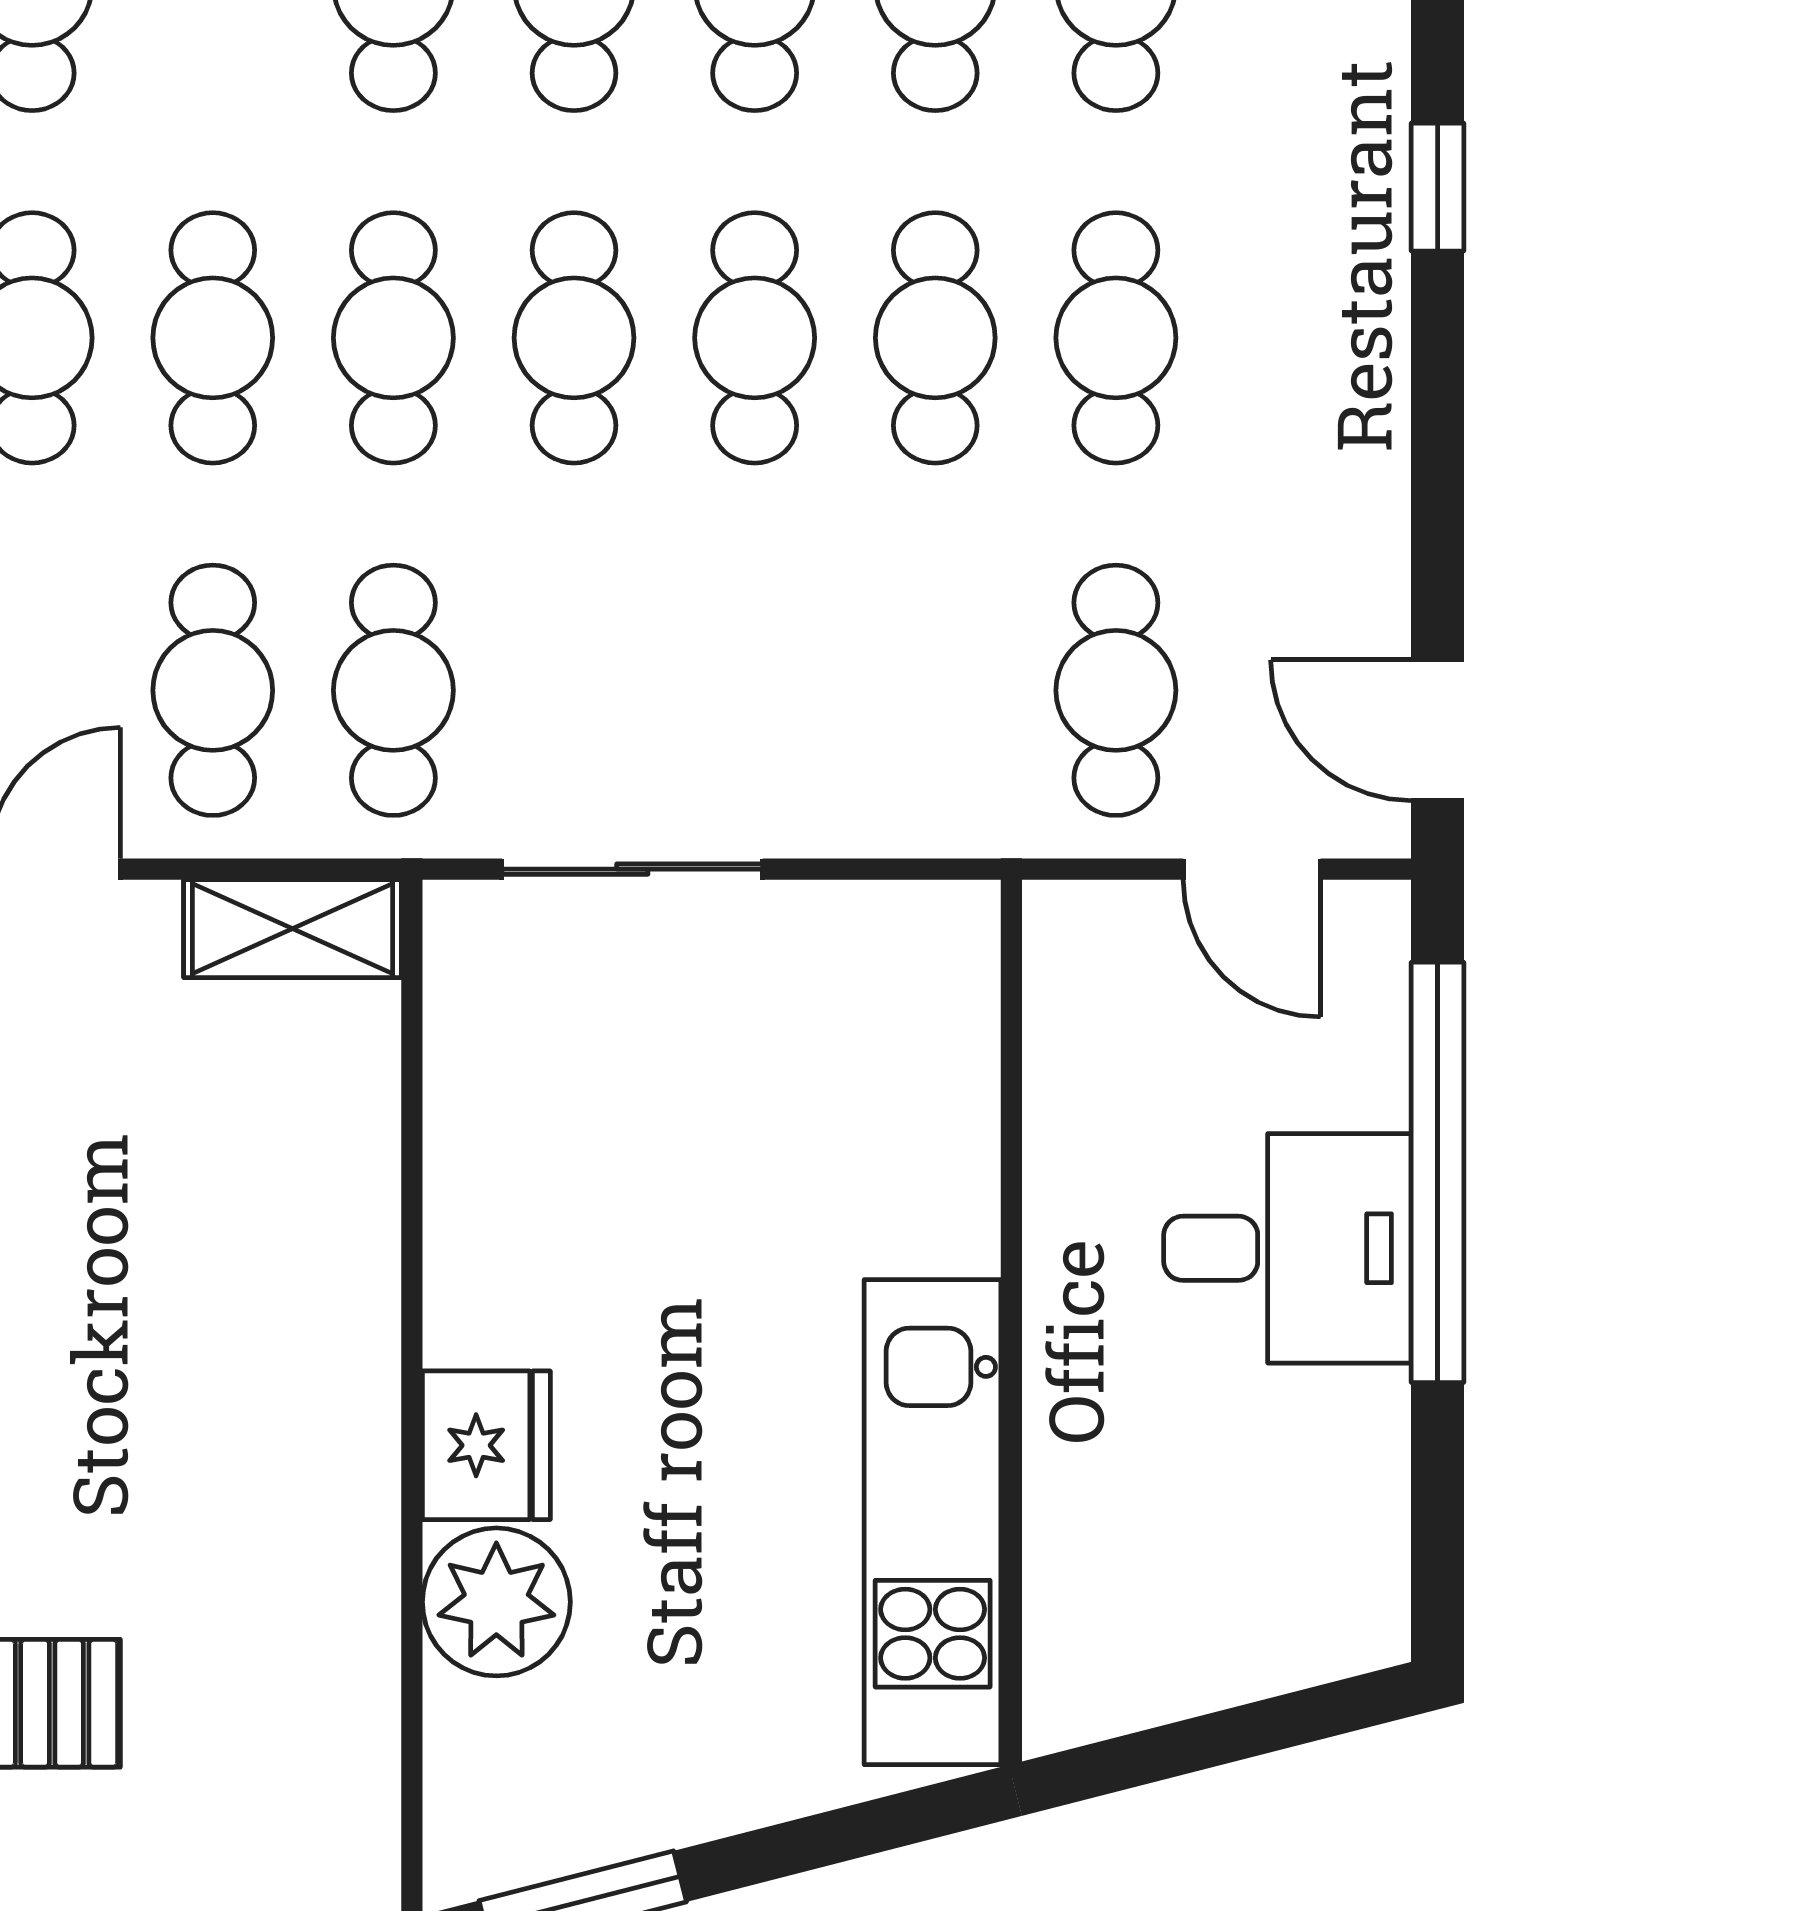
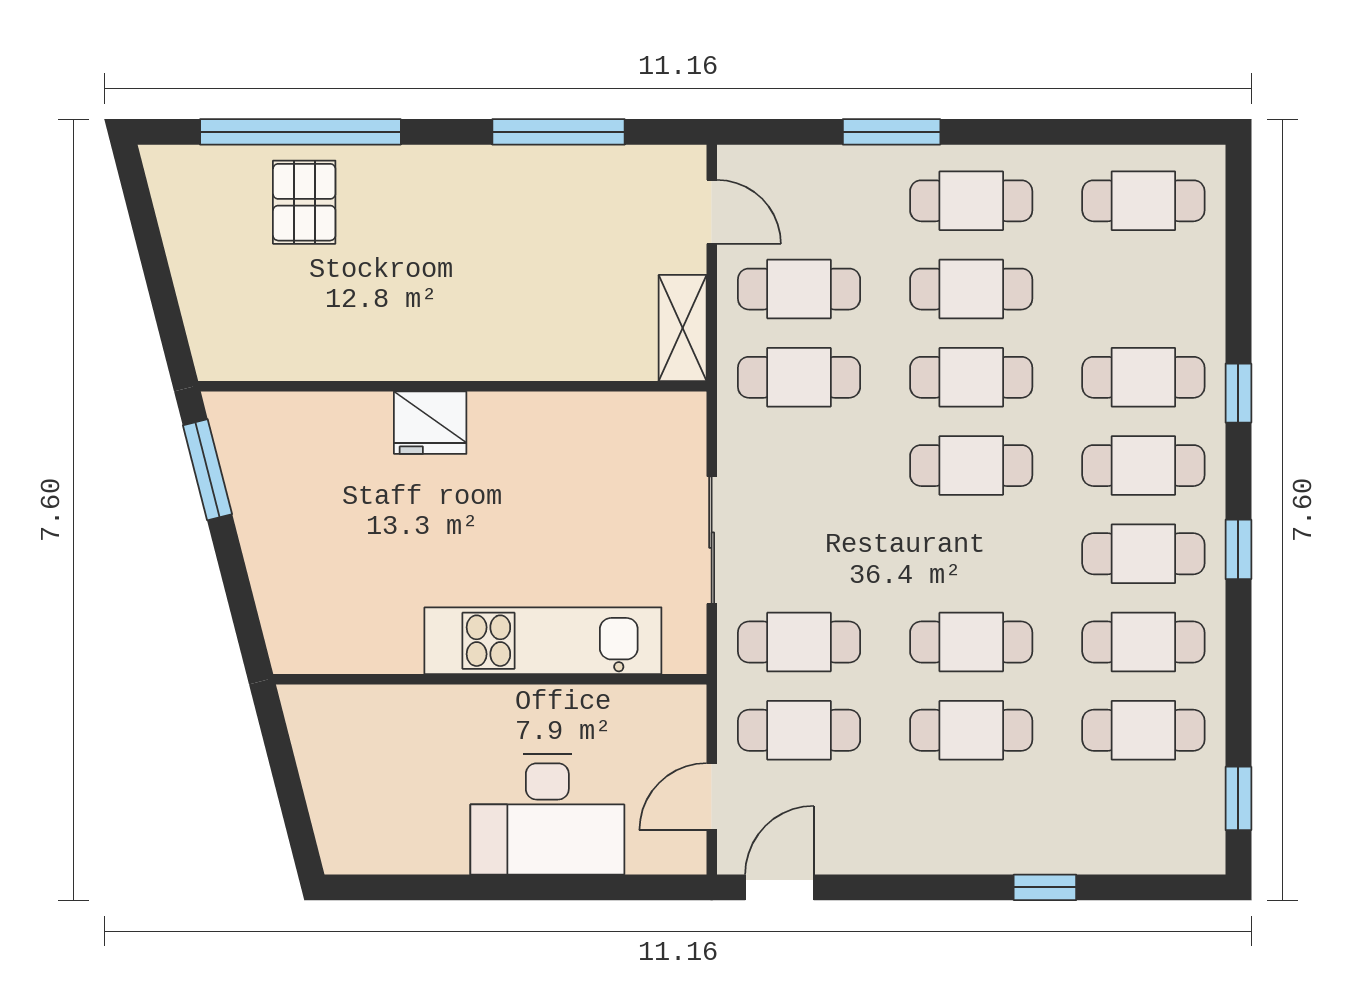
cafe table: (755, 338) -> (799, 642), moved
sliding door: (632, 869) -> (712, 540), moved
window: (1438, 1172) -> (564, 887), removed
desk: (1287, 1248) -> (547, 814), width x1.37
kitchen unit: (933, 1522) -> (543, 641), moved
plant: (496, 1602) -> (354, 428), removed

